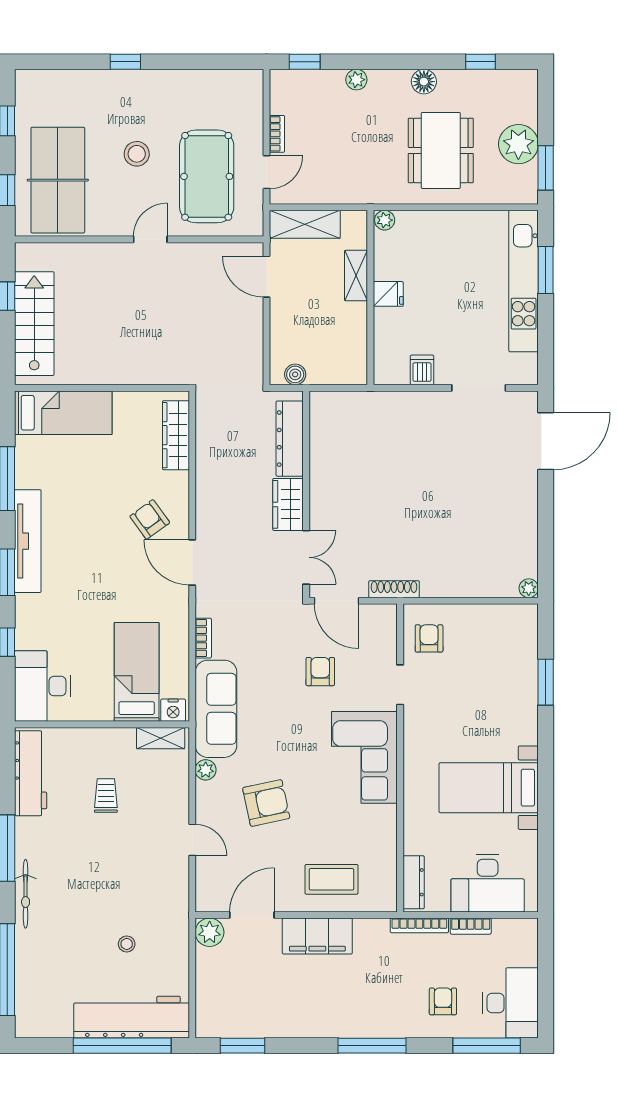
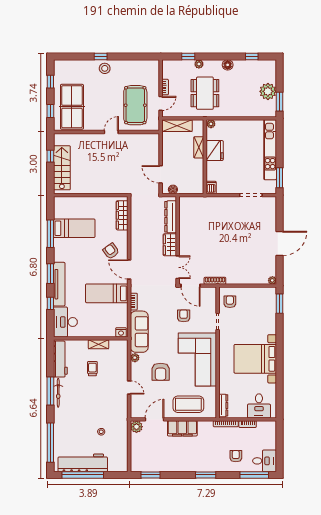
window: (305, 62) -> (188, 56), moved
dining table: (441, 150) -> (205, 93), moved
stool: (137, 154) -> (105, 68), moved
window: (546, 270) -> (279, 178), moved
door: (267, 277) -> (161, 174), moved
fridge: (388, 294) -> (215, 151), width x1.88, depth x1.34
dishwasher: (422, 370) -> (211, 188), moved
bed: (63, 413) -> (74, 228), moved
door: (546, 441) -> (279, 243), moved
tv unit: (28, 541) -> (59, 284), moved
bed: (137, 672) -> (107, 293), moved, turned -90
window: (546, 682) -> (279, 304), moved
shelving: (161, 738) -> (99, 344), moved
corner sofa: (364, 757) -> (197, 359), width x1.36, depth x1.36
bed with nightstands: (489, 788) -> (255, 359), width x1.36
armchair: (266, 803) -> (161, 372), turned 102
coffee table: (332, 879) -> (188, 404), width x1.36, depth x1.32
desk: (488, 883) -> (259, 406), width x0.73
bicycle: (26, 894) -> (58, 393), moved
desk: (510, 1003) -> (265, 461), width x0.73
workbench: (132, 1017) -> (83, 463), moved
window: (122, 1046) -> (83, 475), moved
window: (372, 1046) -> (206, 475), width x0.69

